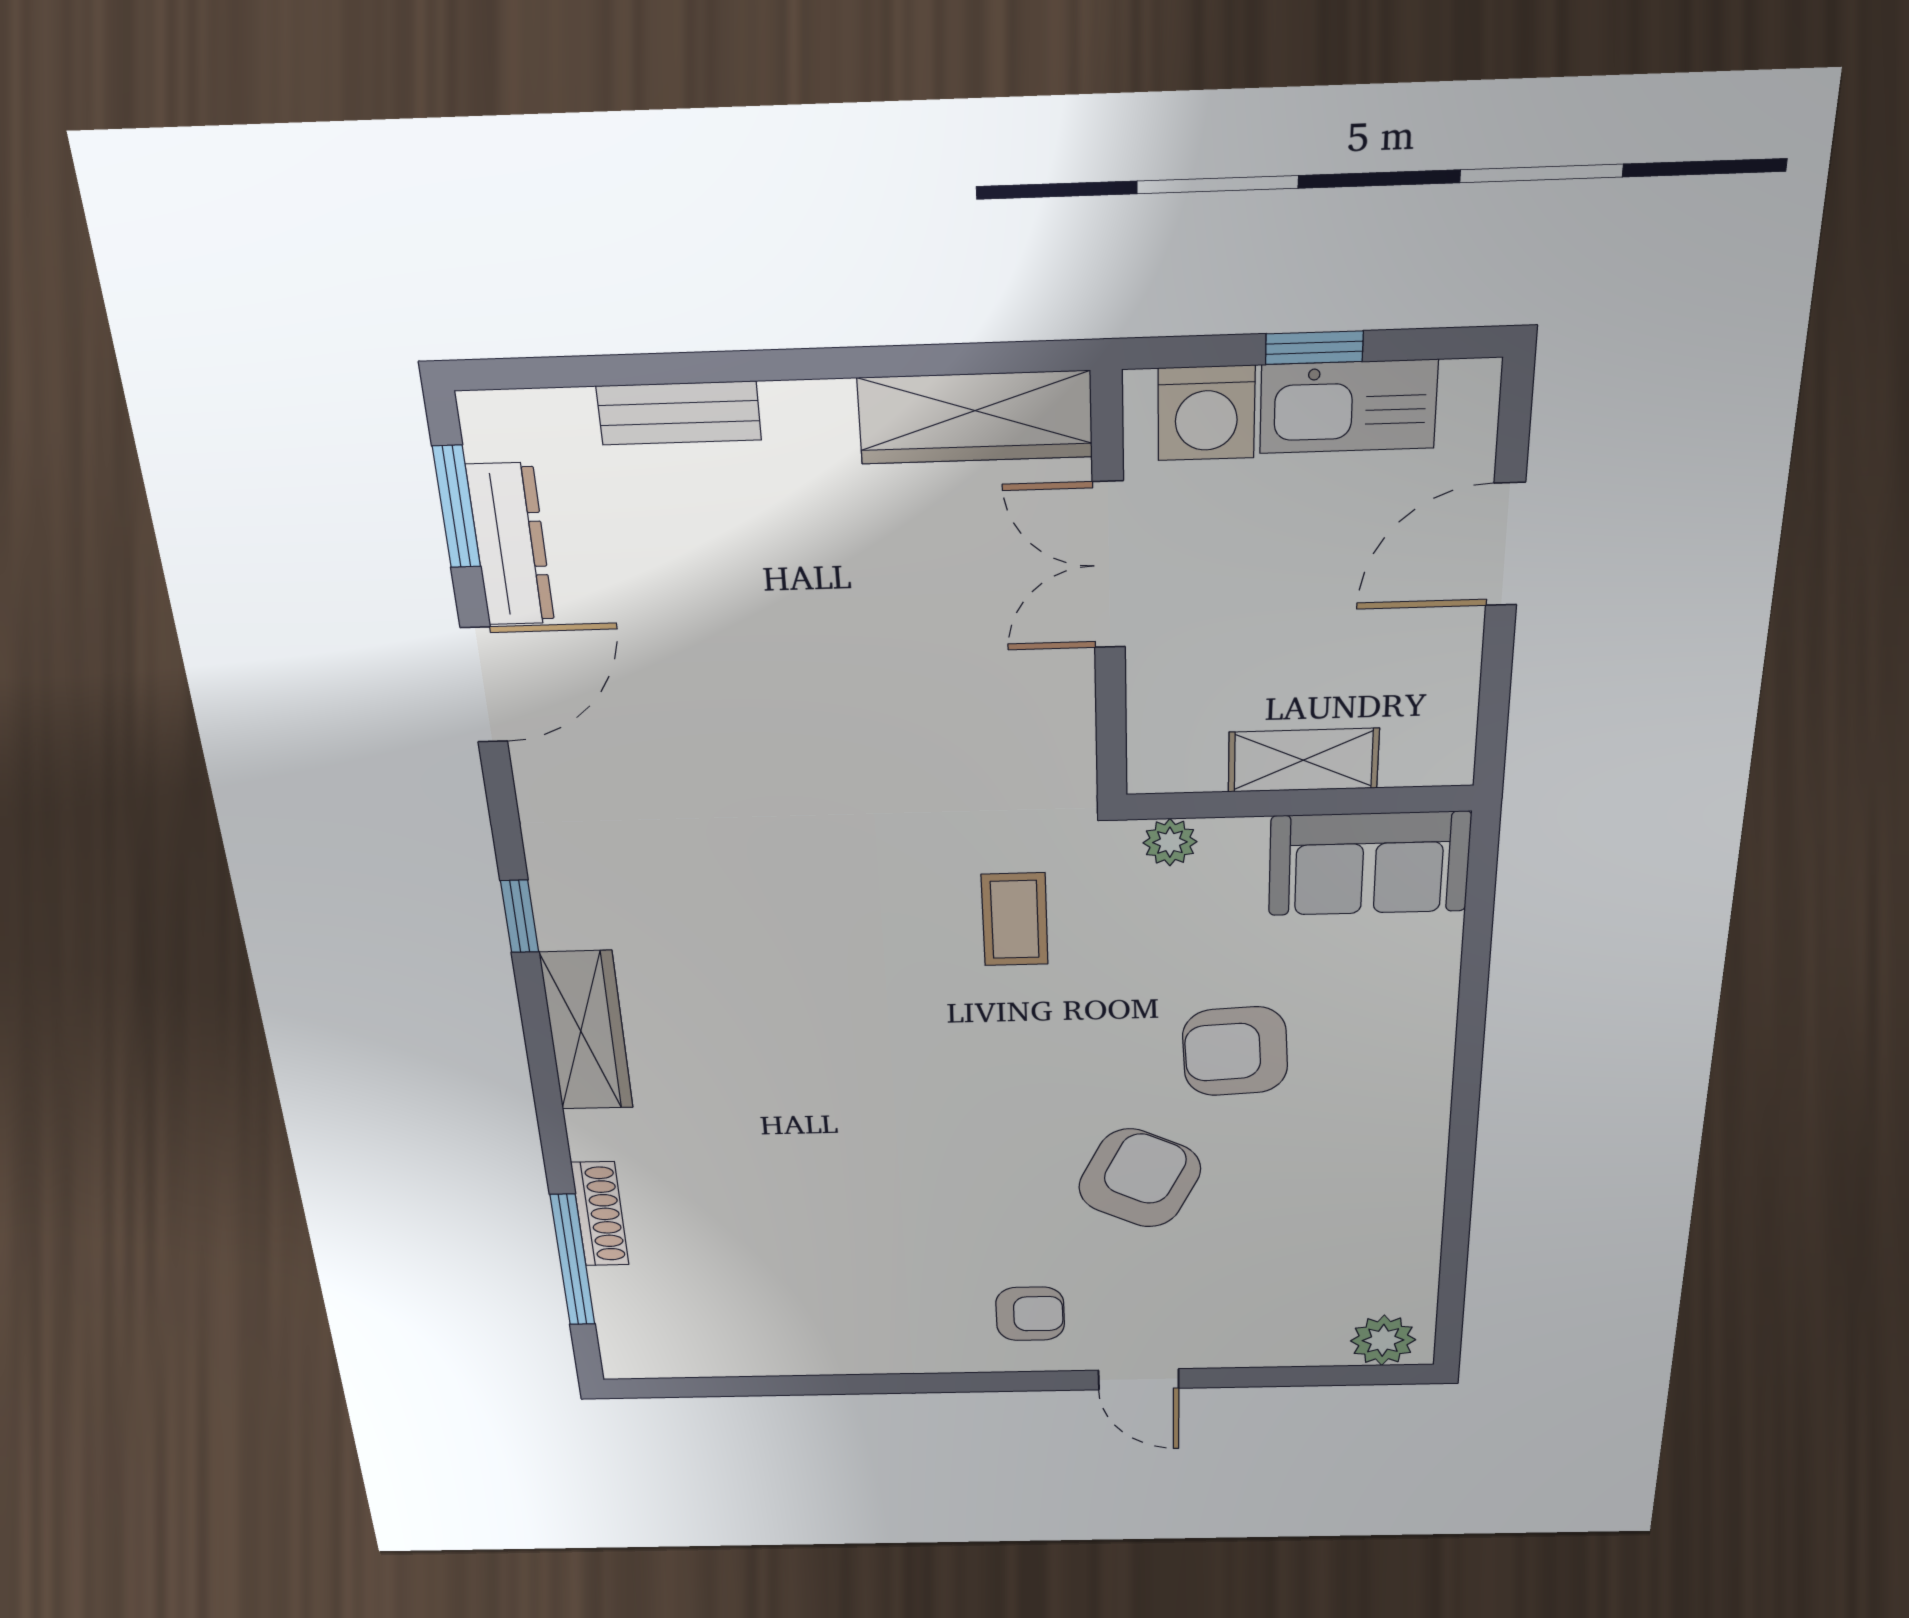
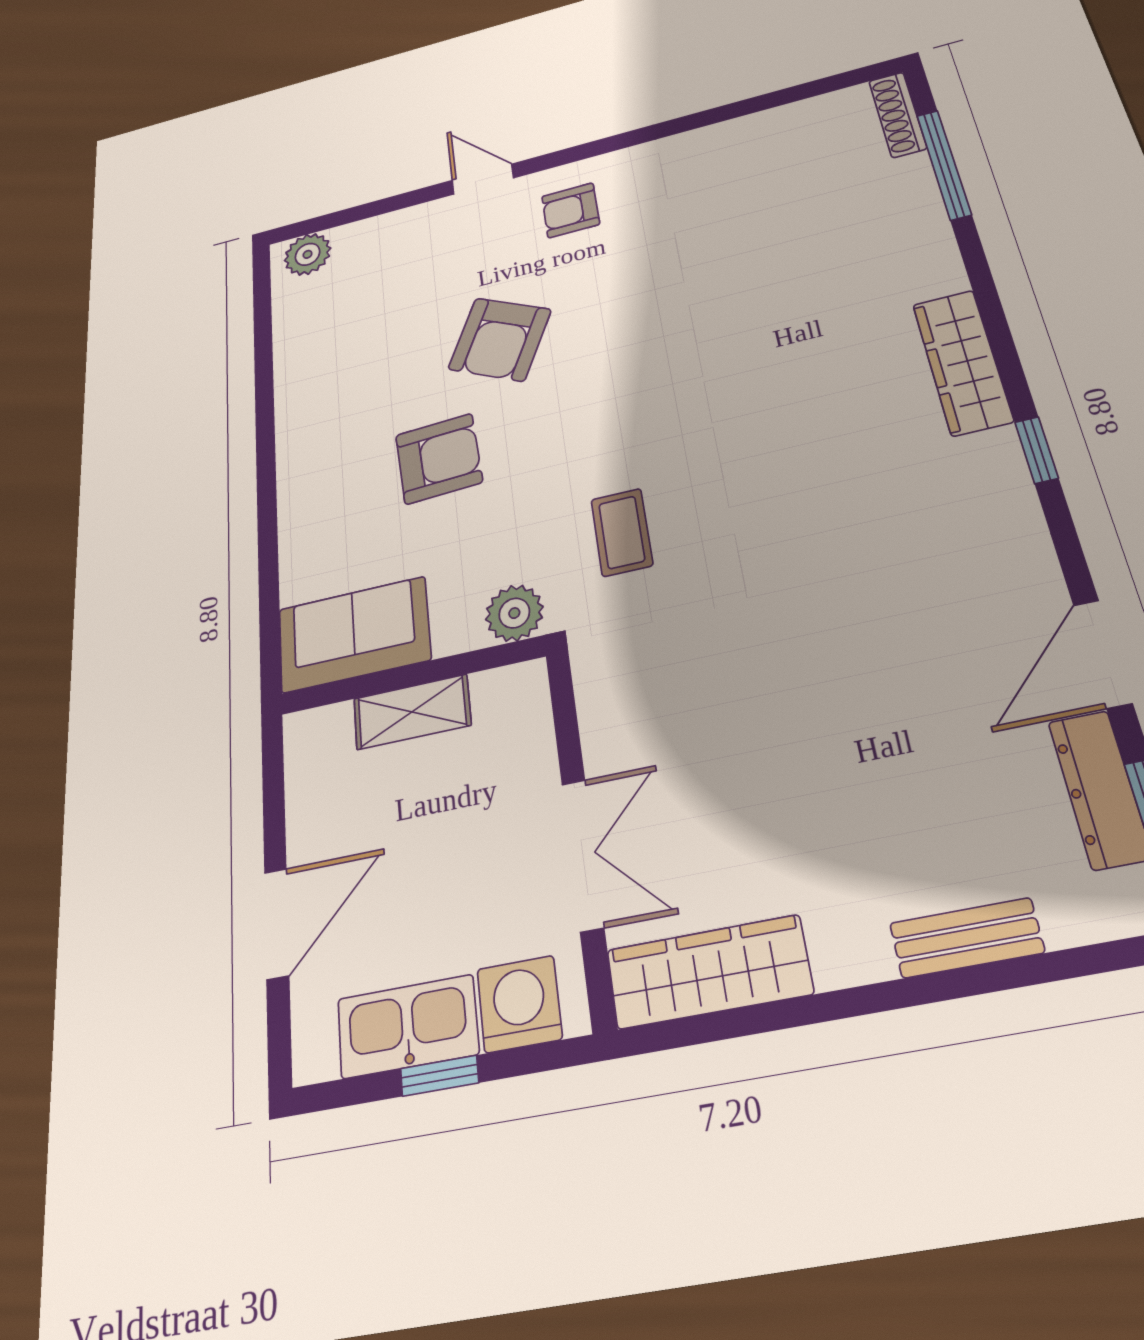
plant: (1170, 842) -> (514, 613), width x1.38, depth x1.38
shoe rack: (600, 1214) -> (898, 115), moved

